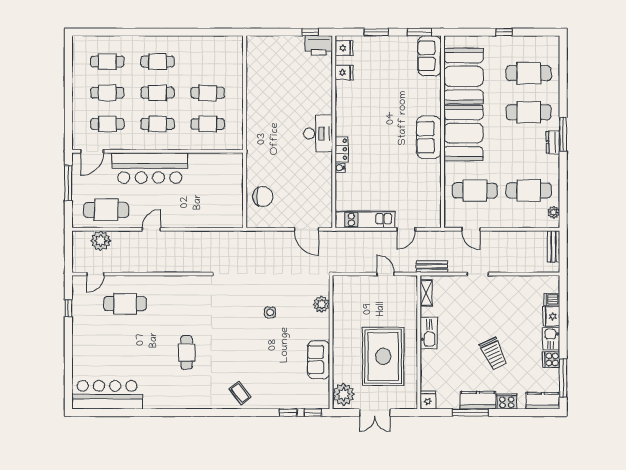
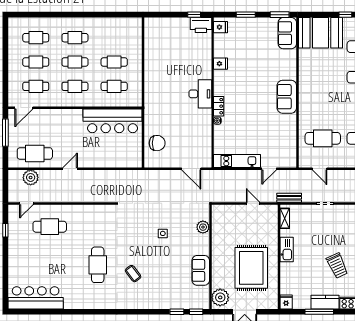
fridge: (344, 72) -> (221, 64), moved
booth: (464, 76) -> (320, 33), moved, turned 90
booth: (463, 133) -> (314, 94), removed
bar counter: (150, 168) -> (112, 121), moved
cafe table: (187, 352) -> (98, 265), width x1.37, depth x1.35
coffee table: (240, 393) -> (133, 274), moved

